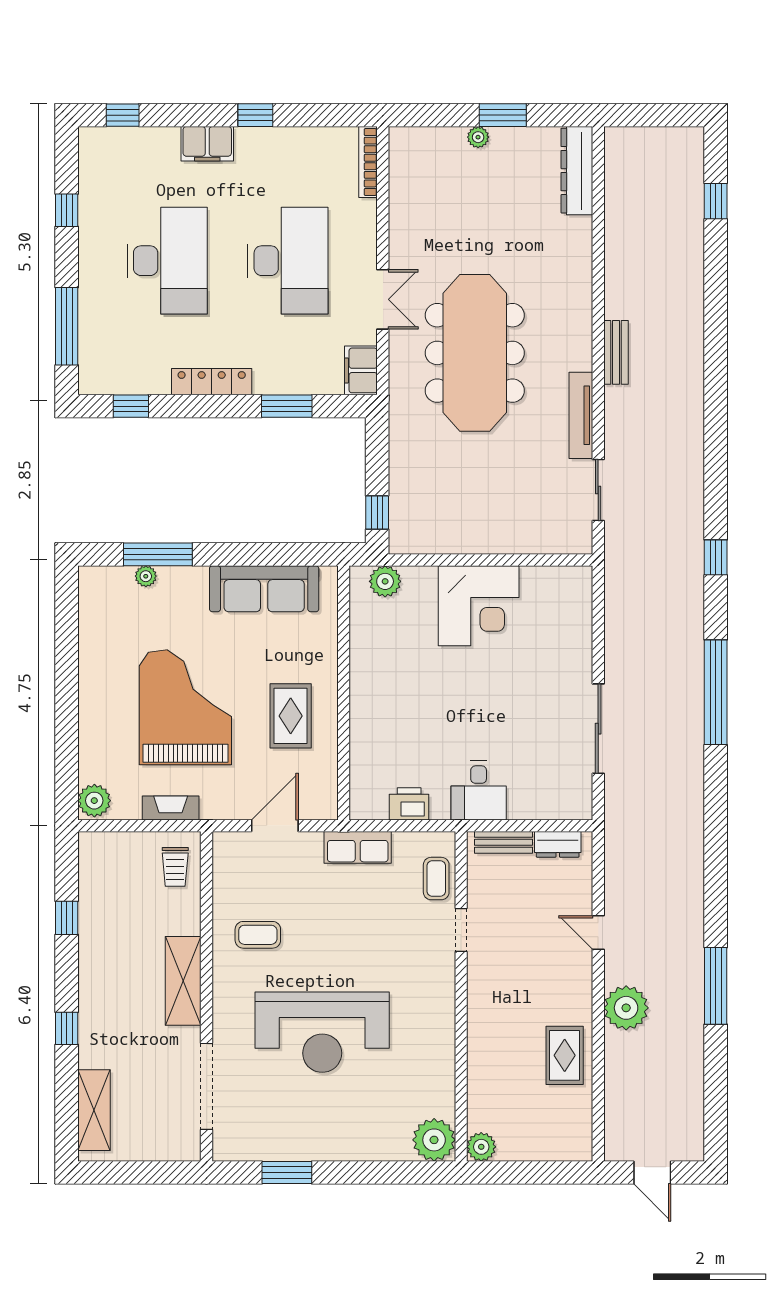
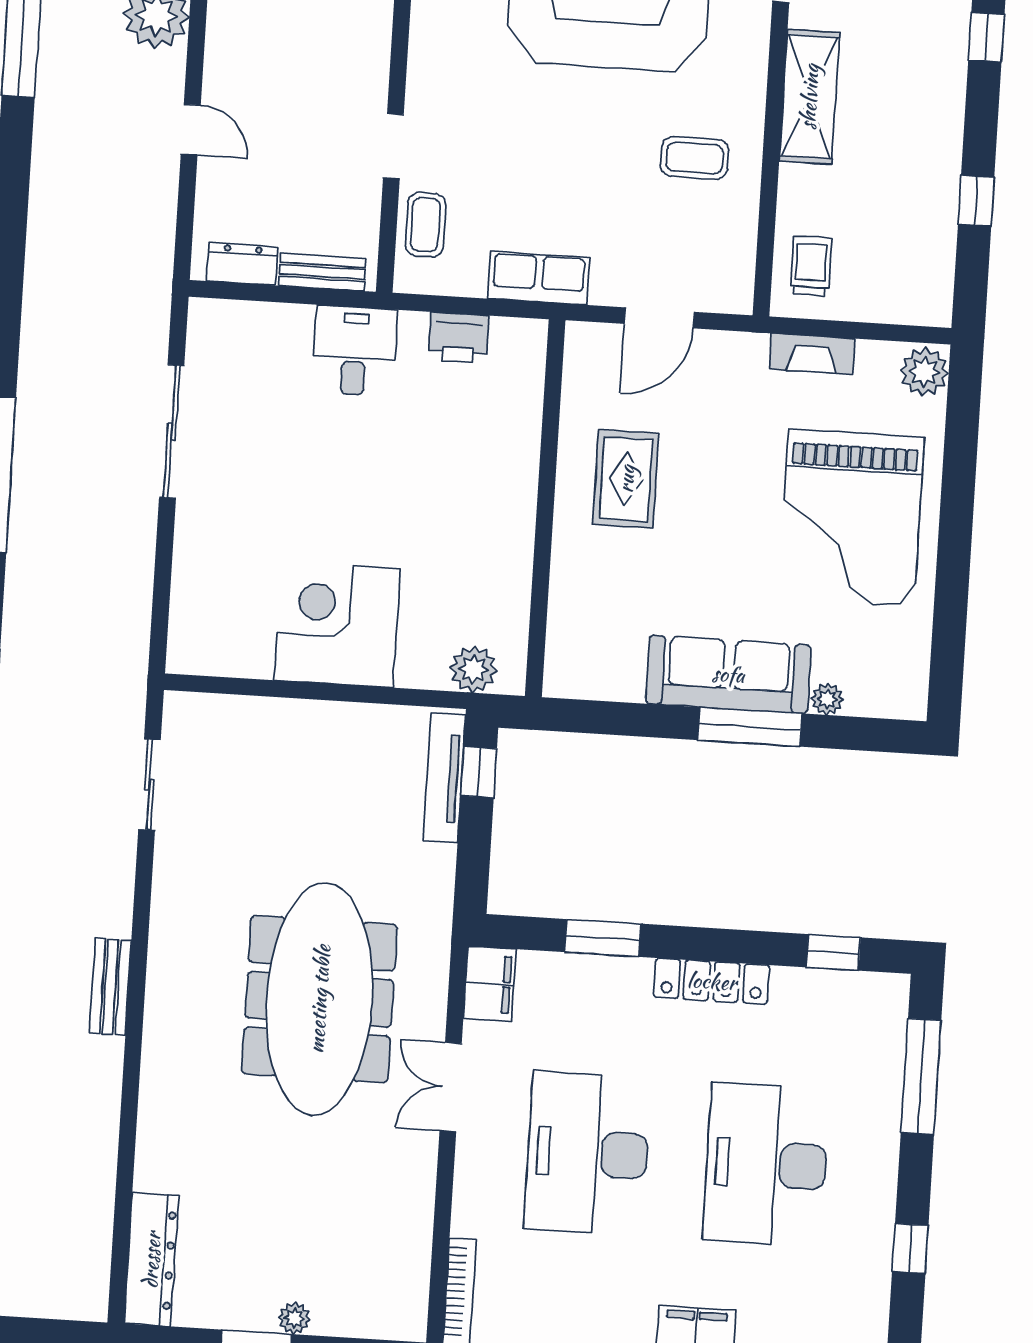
tv unit: (581, 415) -> (444, 778), moved, turned 180
window: (158, 554) -> (750, 727), moved
sofa: (264, 589) -> (728, 674), moved
grand piano: (185, 707) -> (851, 518), moved

